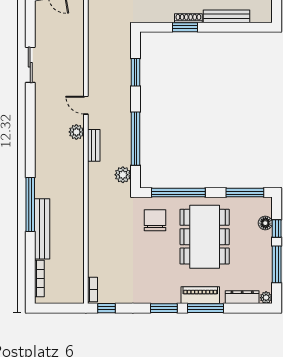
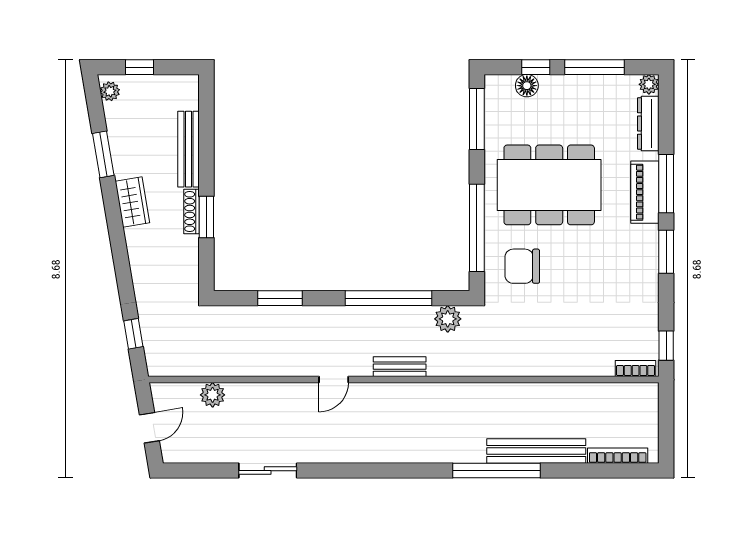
plant: (76, 132) -> (213, 395), moved

